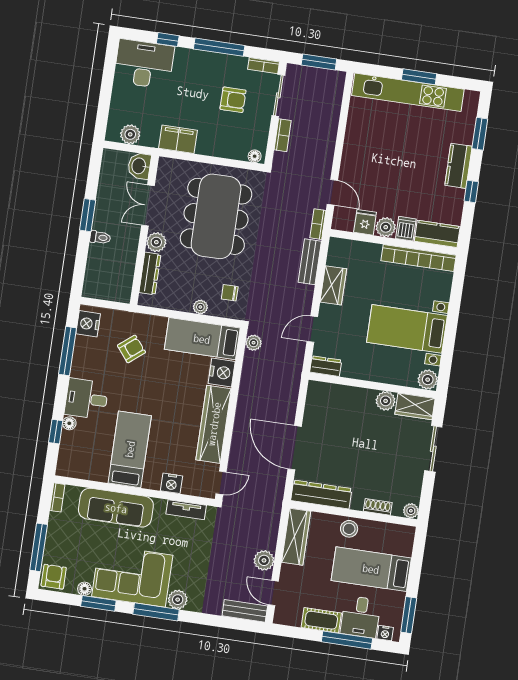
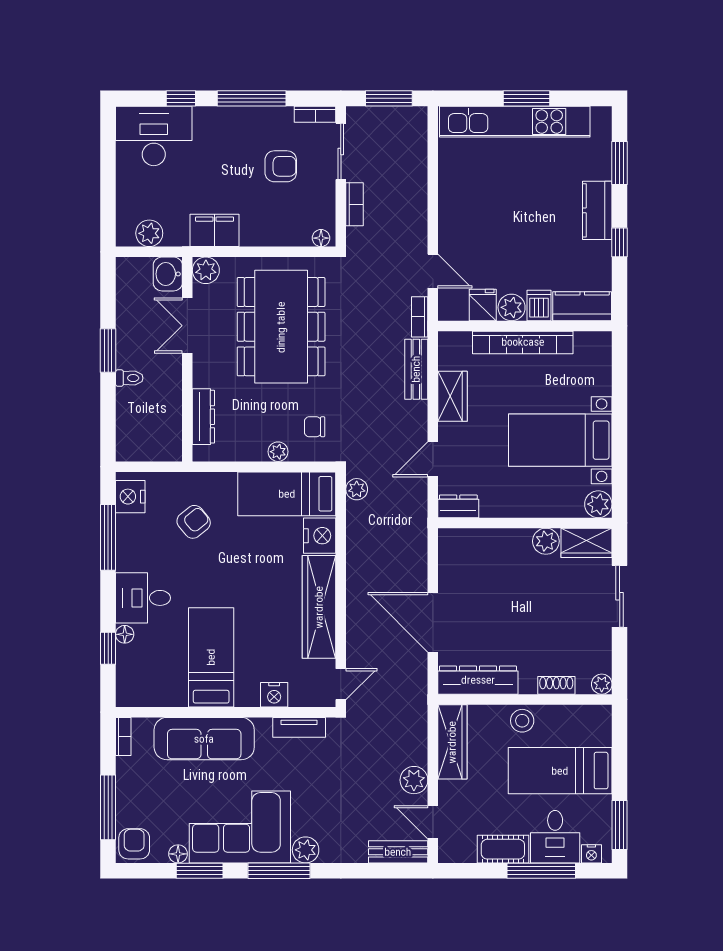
plant: (156, 242) -> (206, 270), moved
bookcase: (419, 258) -> (523, 342), moved

